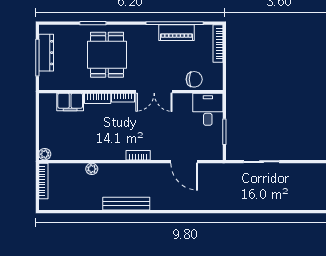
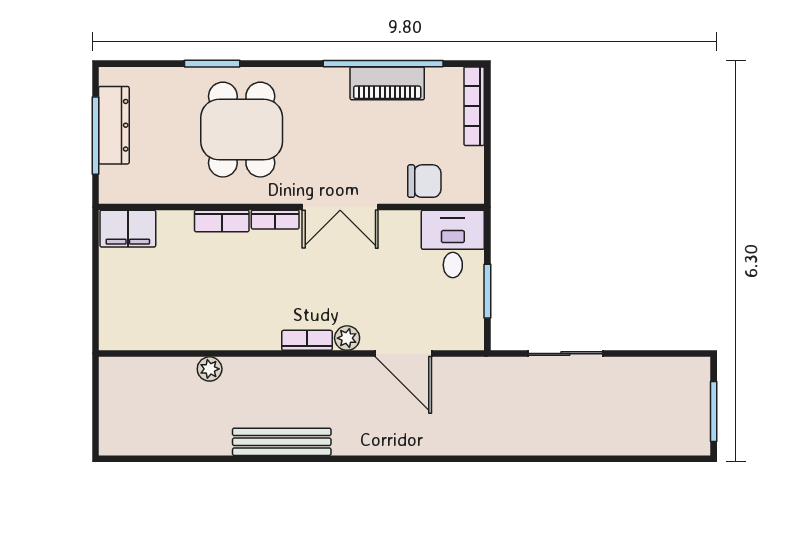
filing cabinet: (70, 102) -> (128, 229), moved
plant: (45, 154) -> (347, 338), moved
bookcase: (43, 181) -> (108, 394), removed

